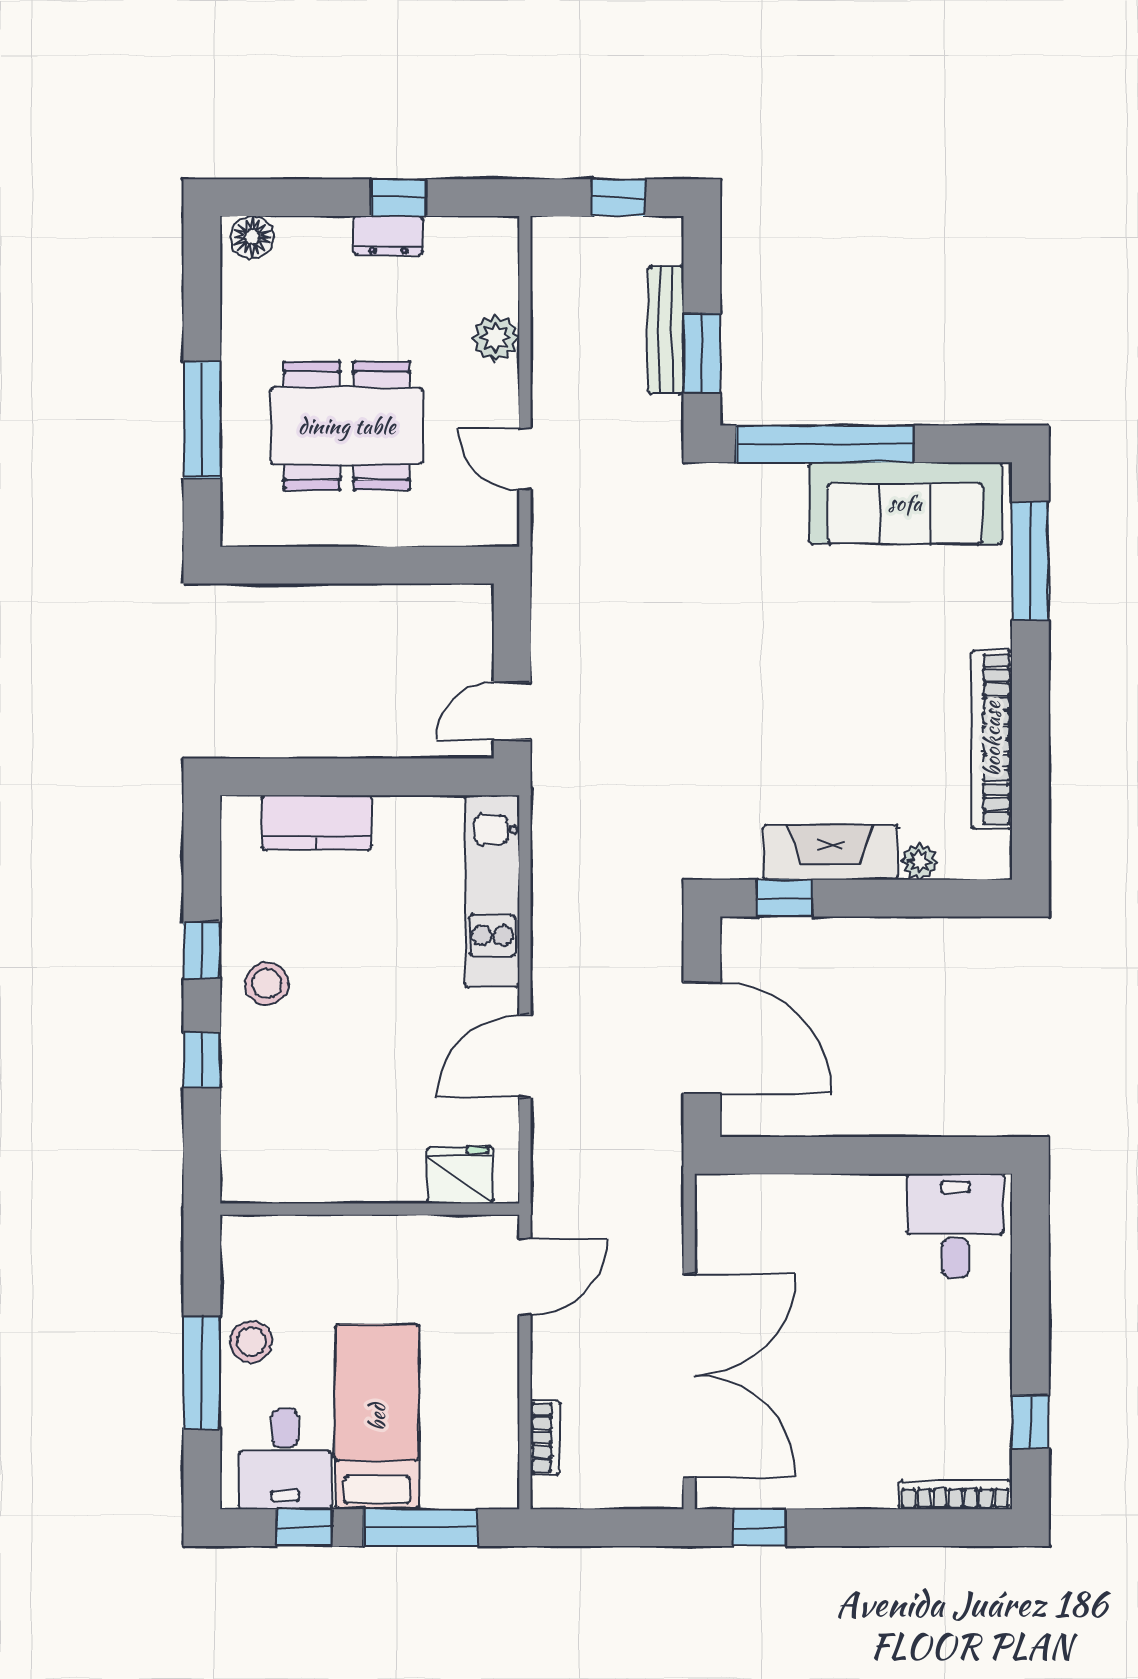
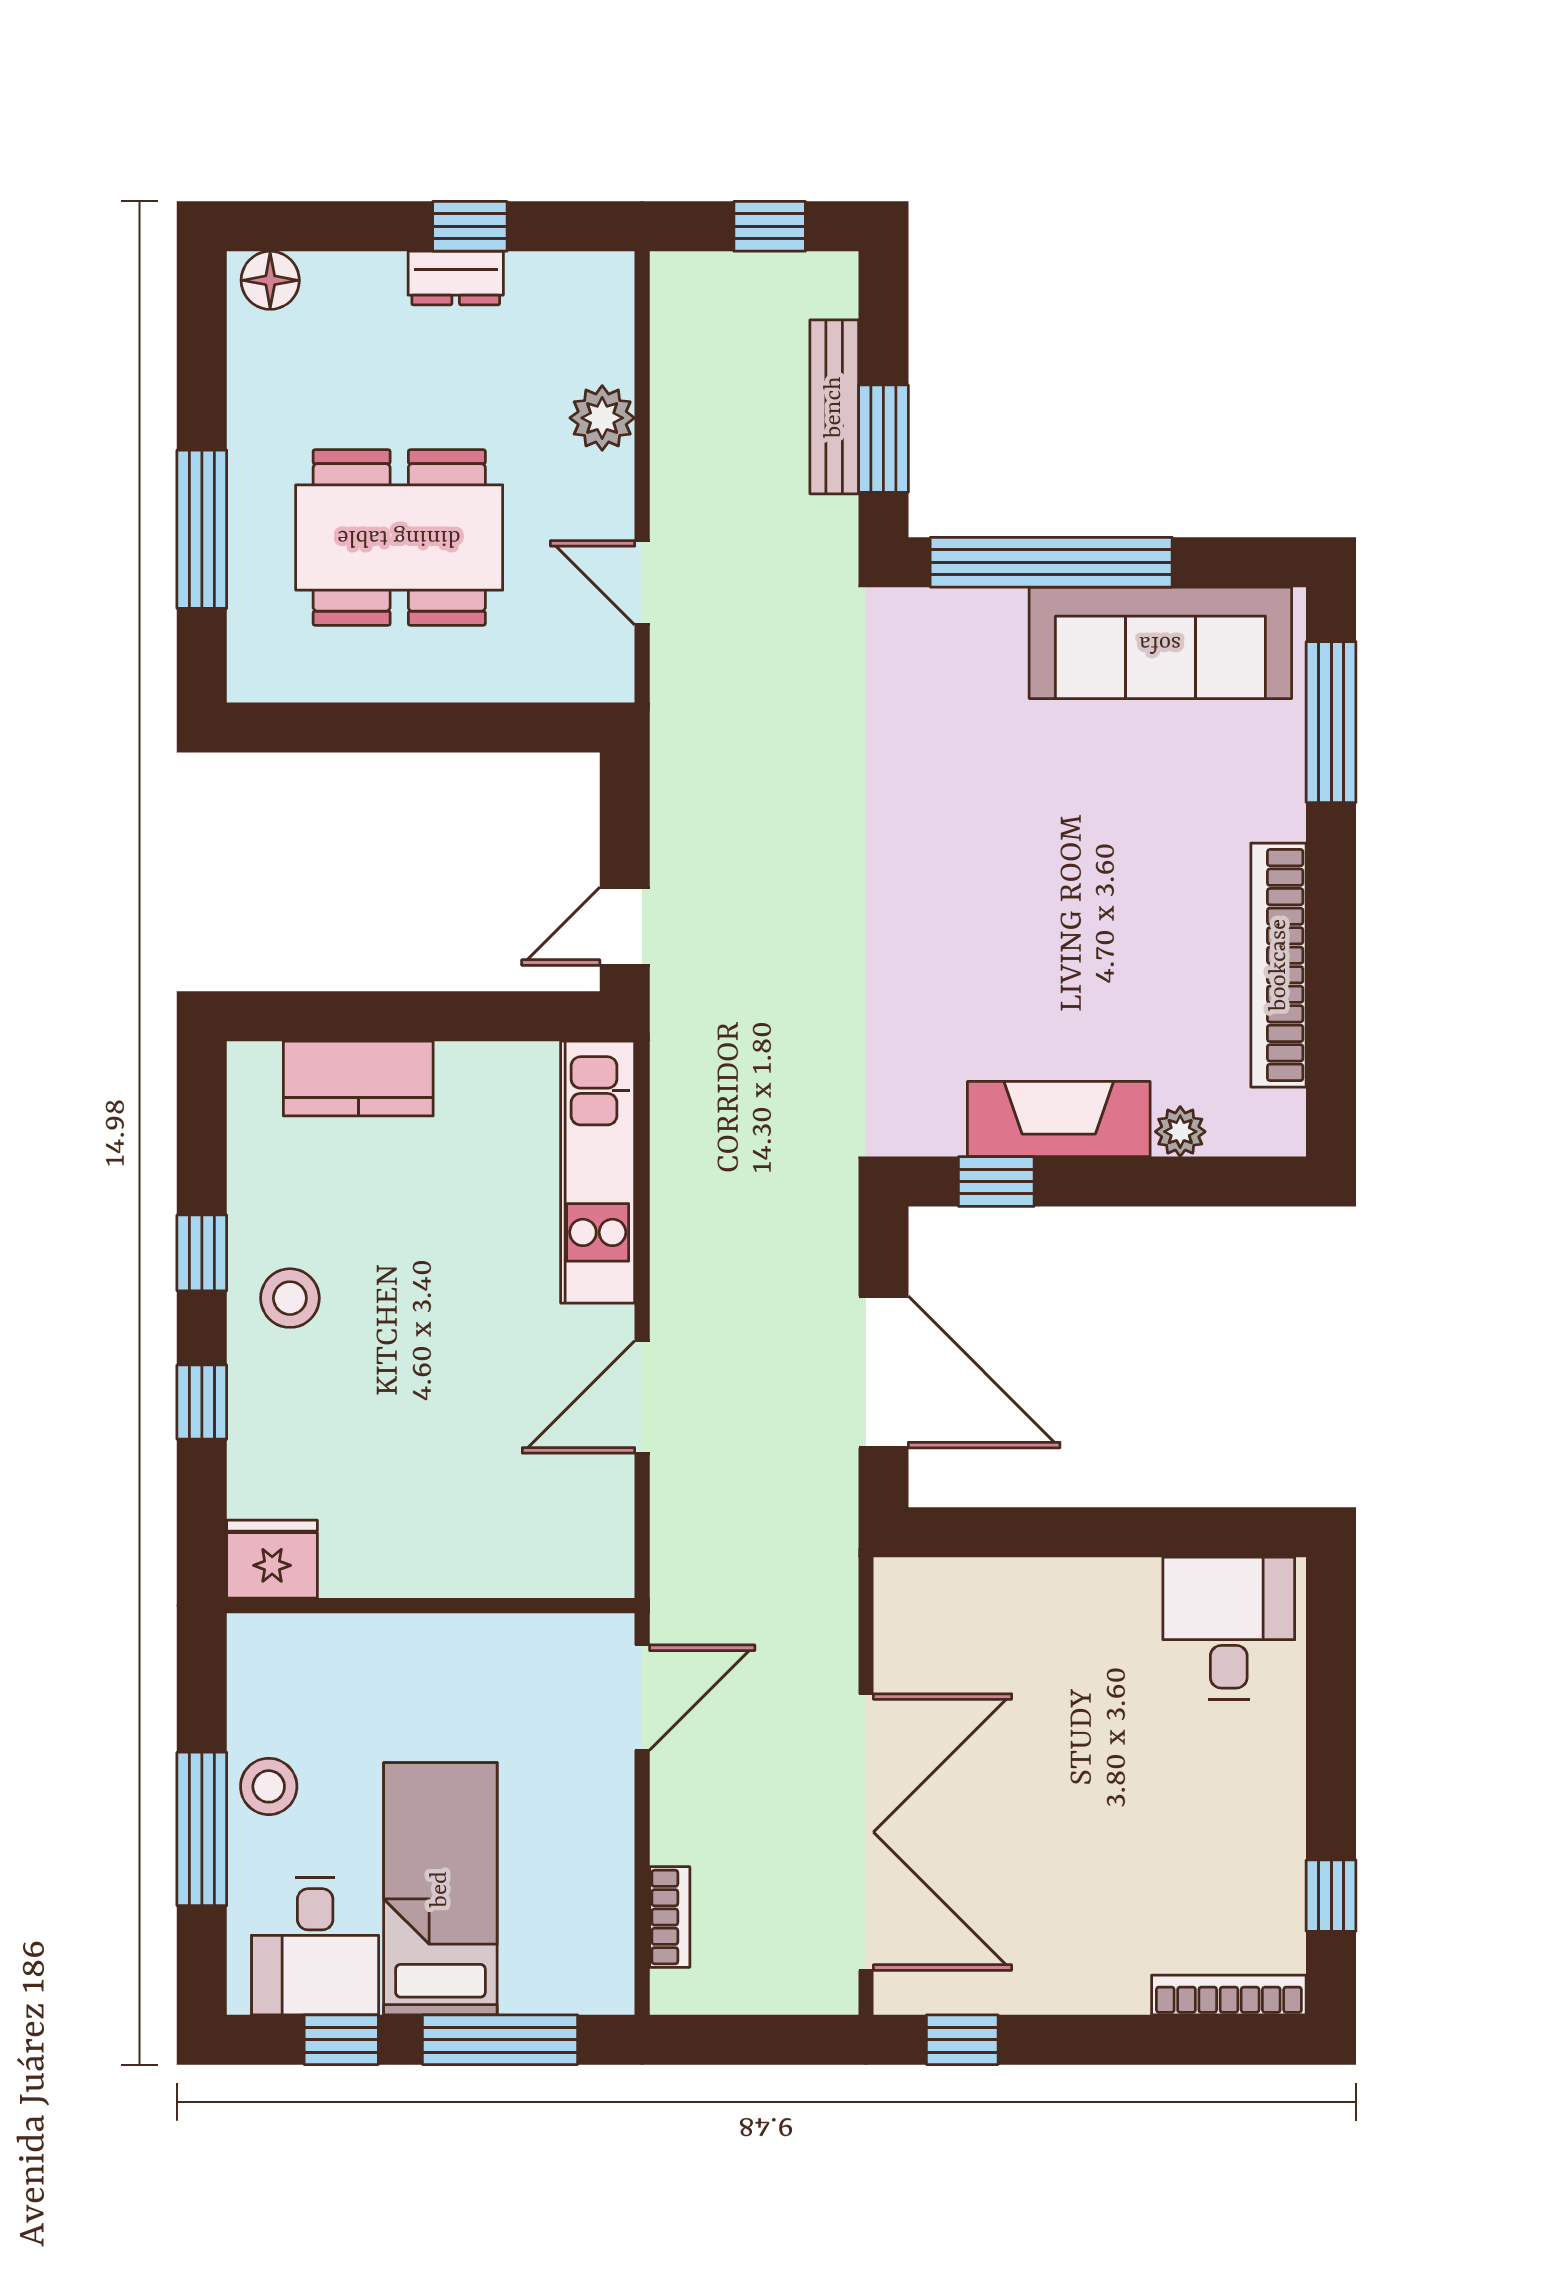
fridge: (460, 1175) -> (272, 1559), moved

